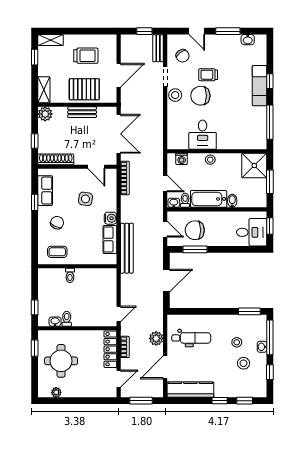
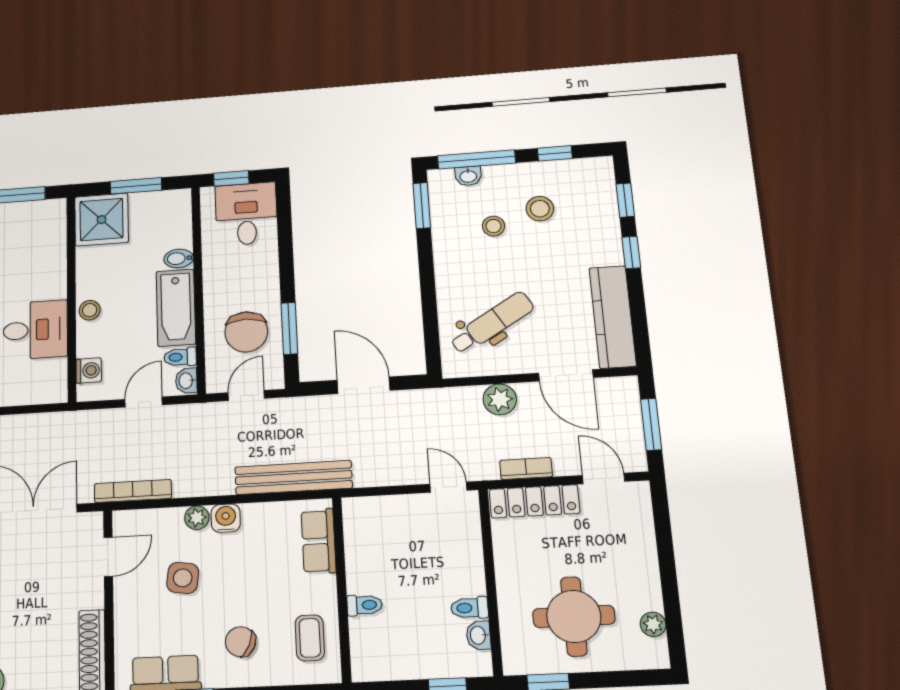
plant: (111, 206) -> (197, 518), added
row of seats: (110, 240) -> (319, 541), moved, turned 90
dental chair: (191, 338) -> (492, 323), turned 59
washbasin: (262, 347) -> (468, 176), moved

